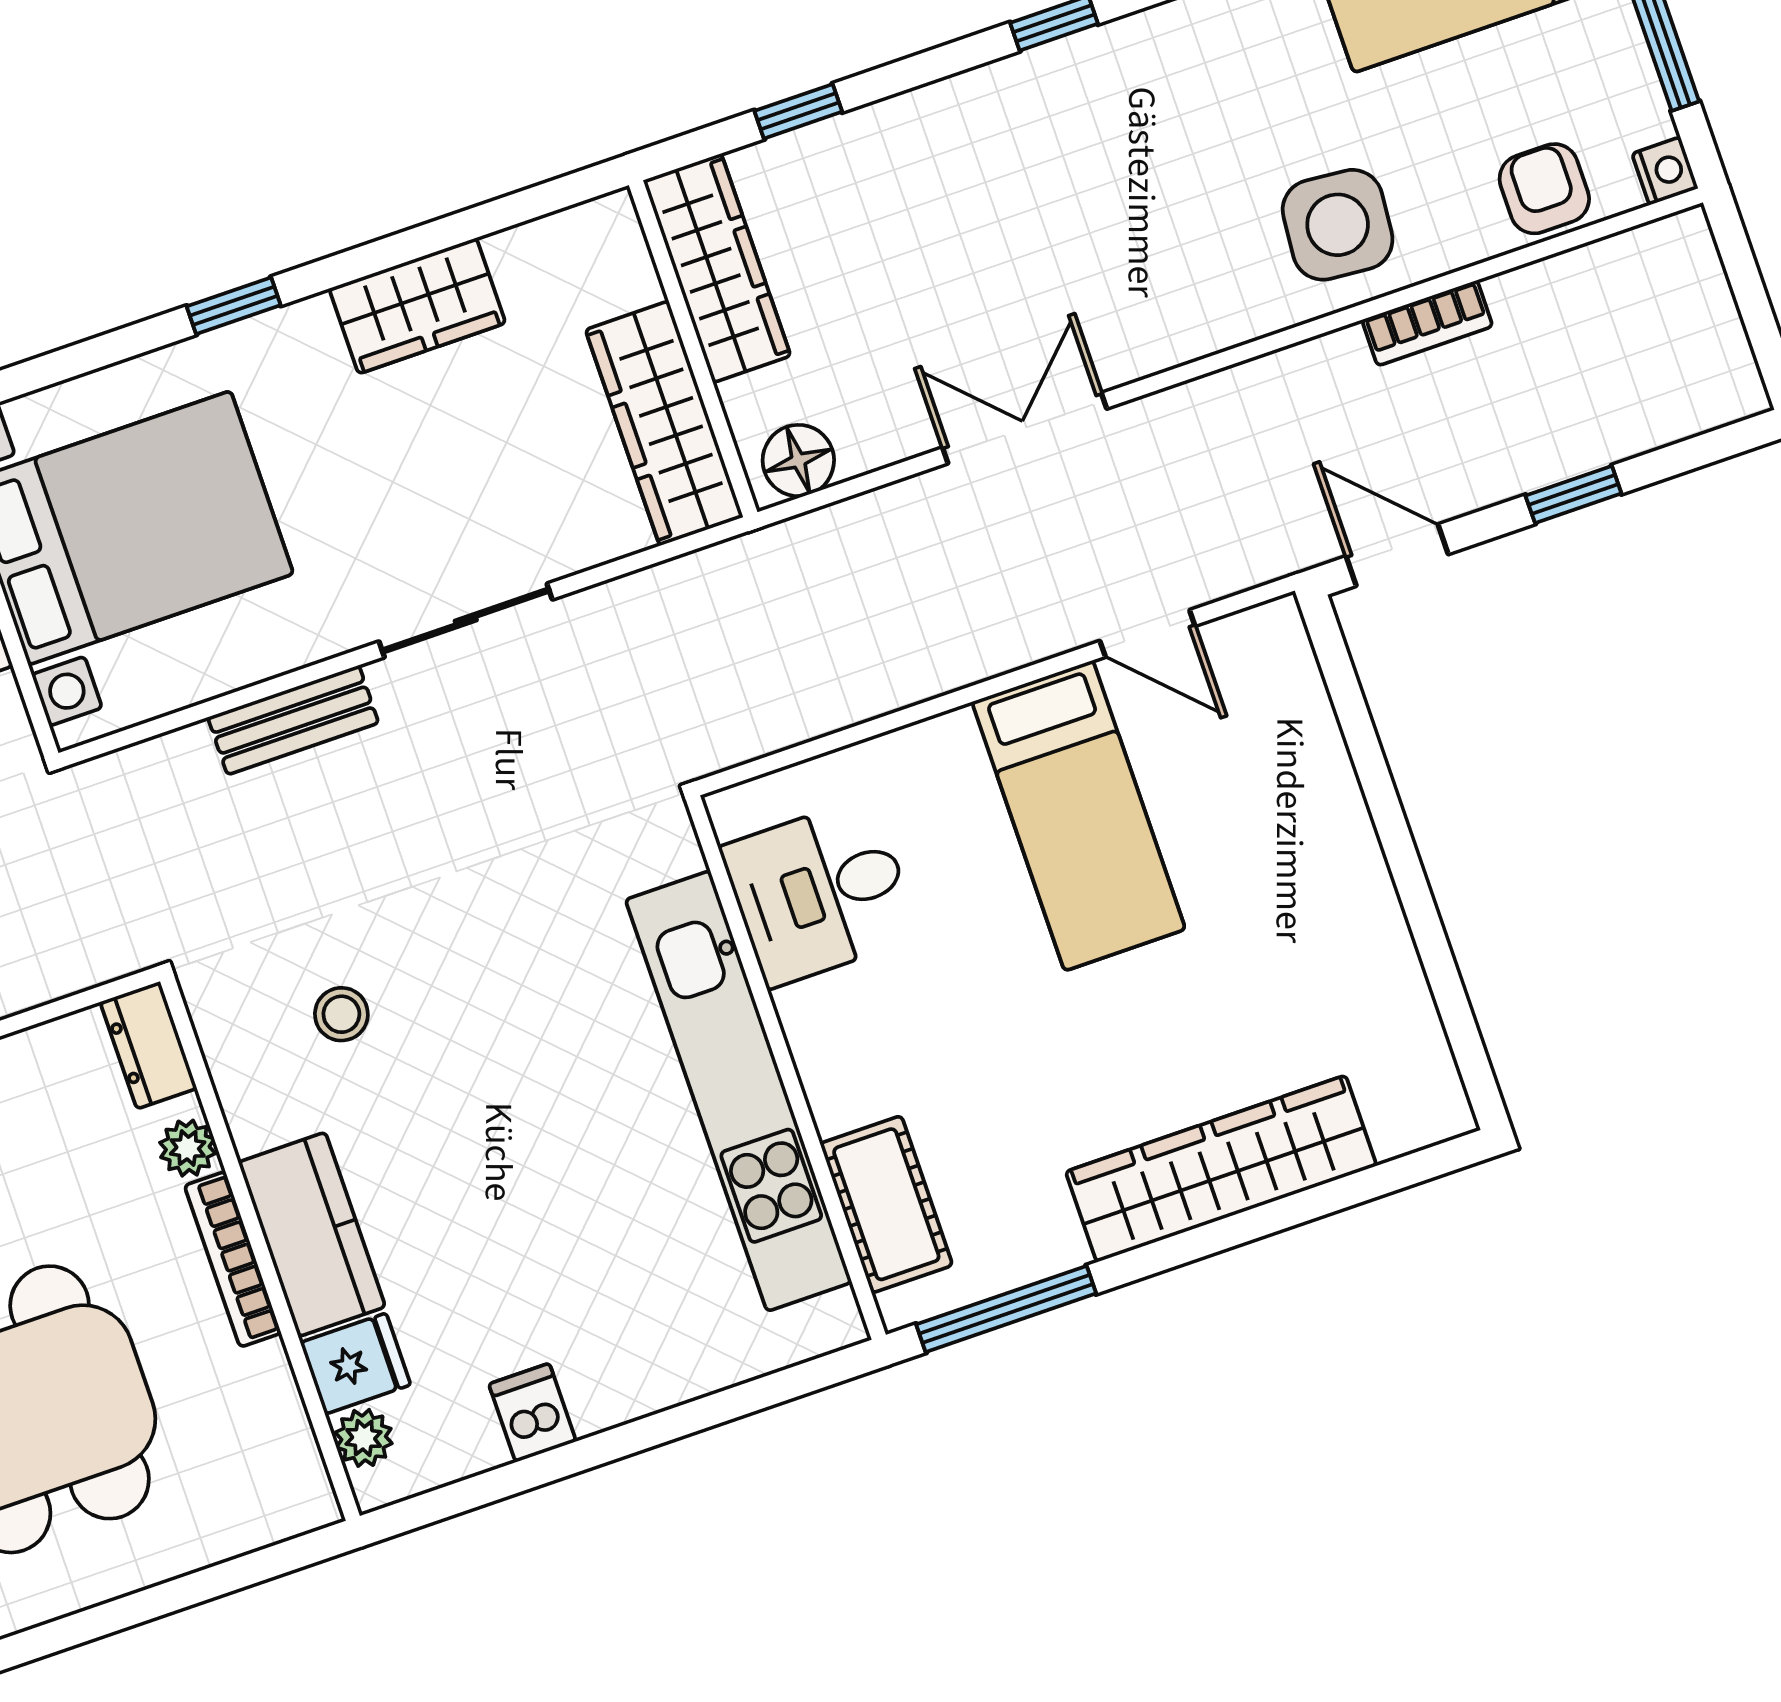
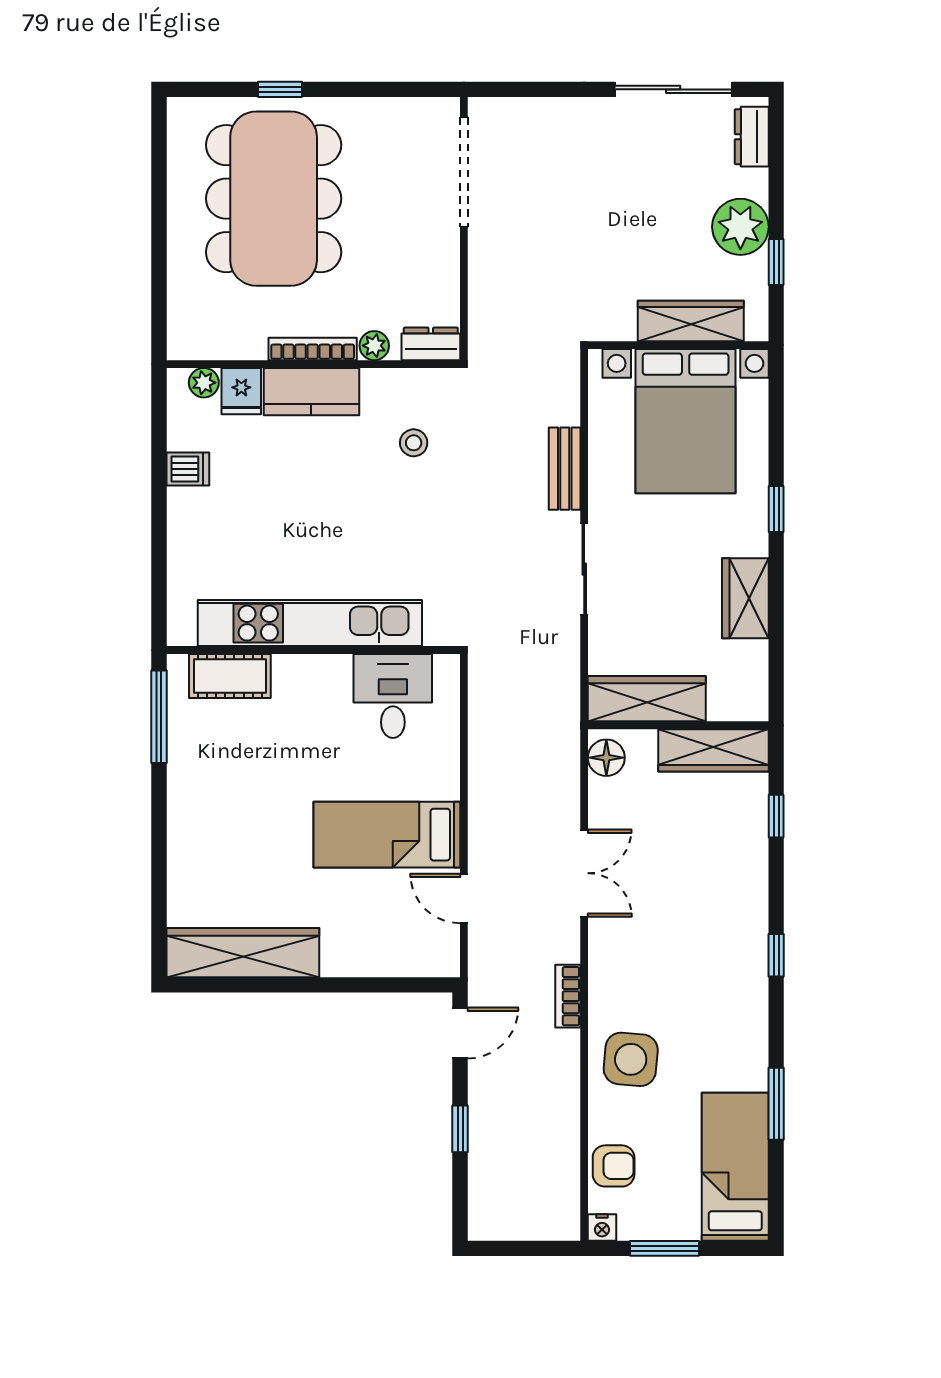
bookcase: (1427, 323) -> (568, 996), moved
door: (1147, 633) -> (464, 899), hinge flipped
wardrobe: (1221, 1169) -> (243, 953), moved, turned -90

